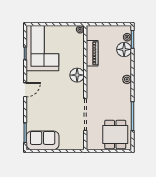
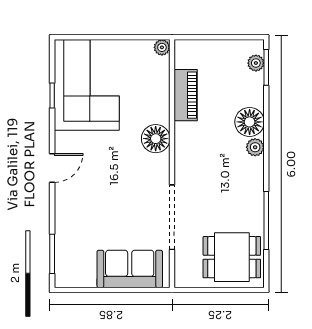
floor lamp: (124, 49) -> (250, 122), moved
dining table: (115, 134) -> (232, 257), turned 90
sofa: (43, 140) -> (130, 269), moved

